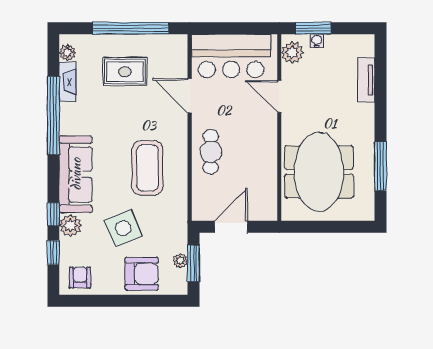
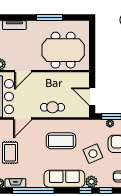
window: (380, 166) -> (50, 18), moved

